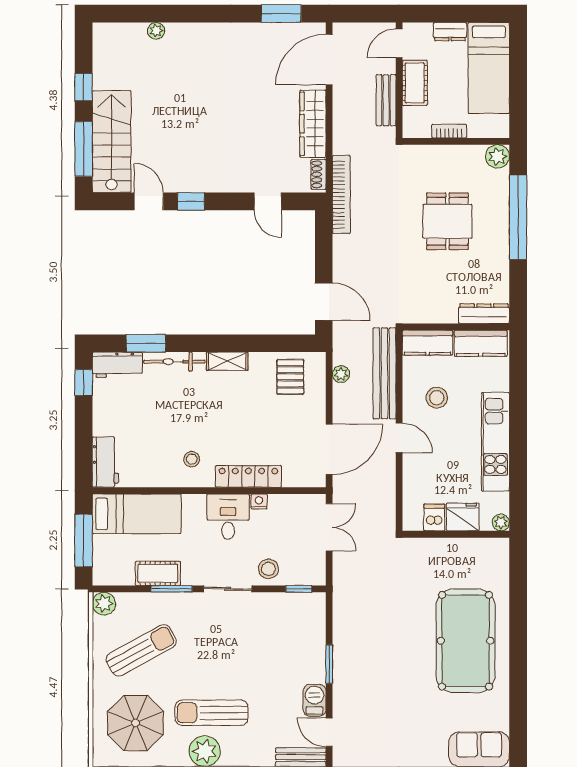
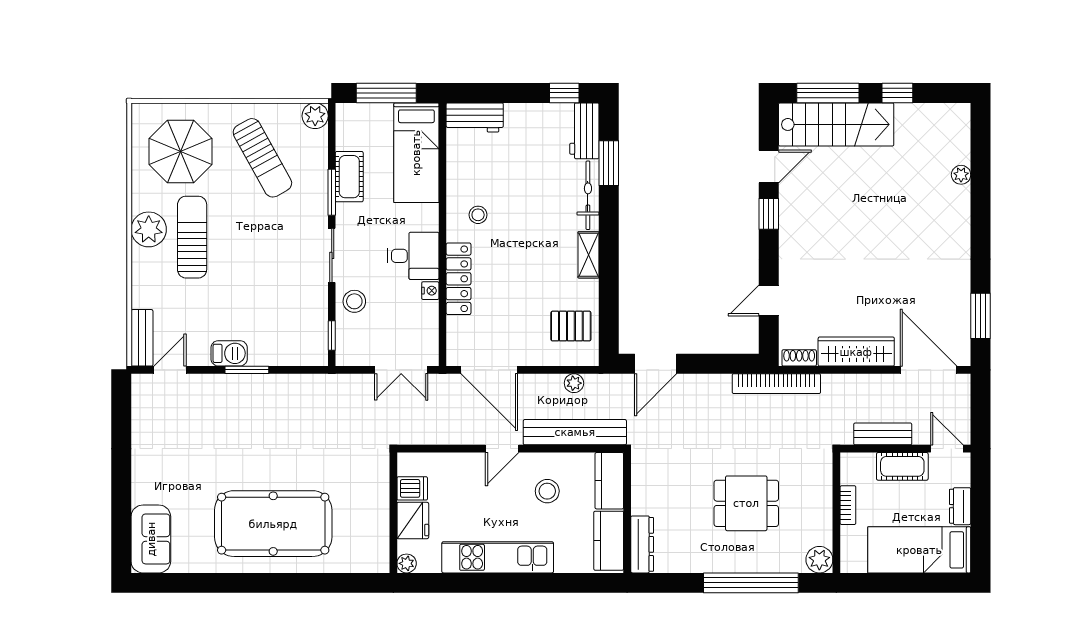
barbecue: (315, 700) -> (229, 353), moved

